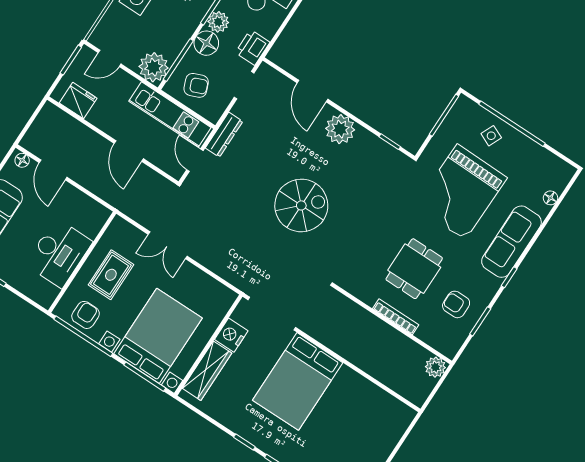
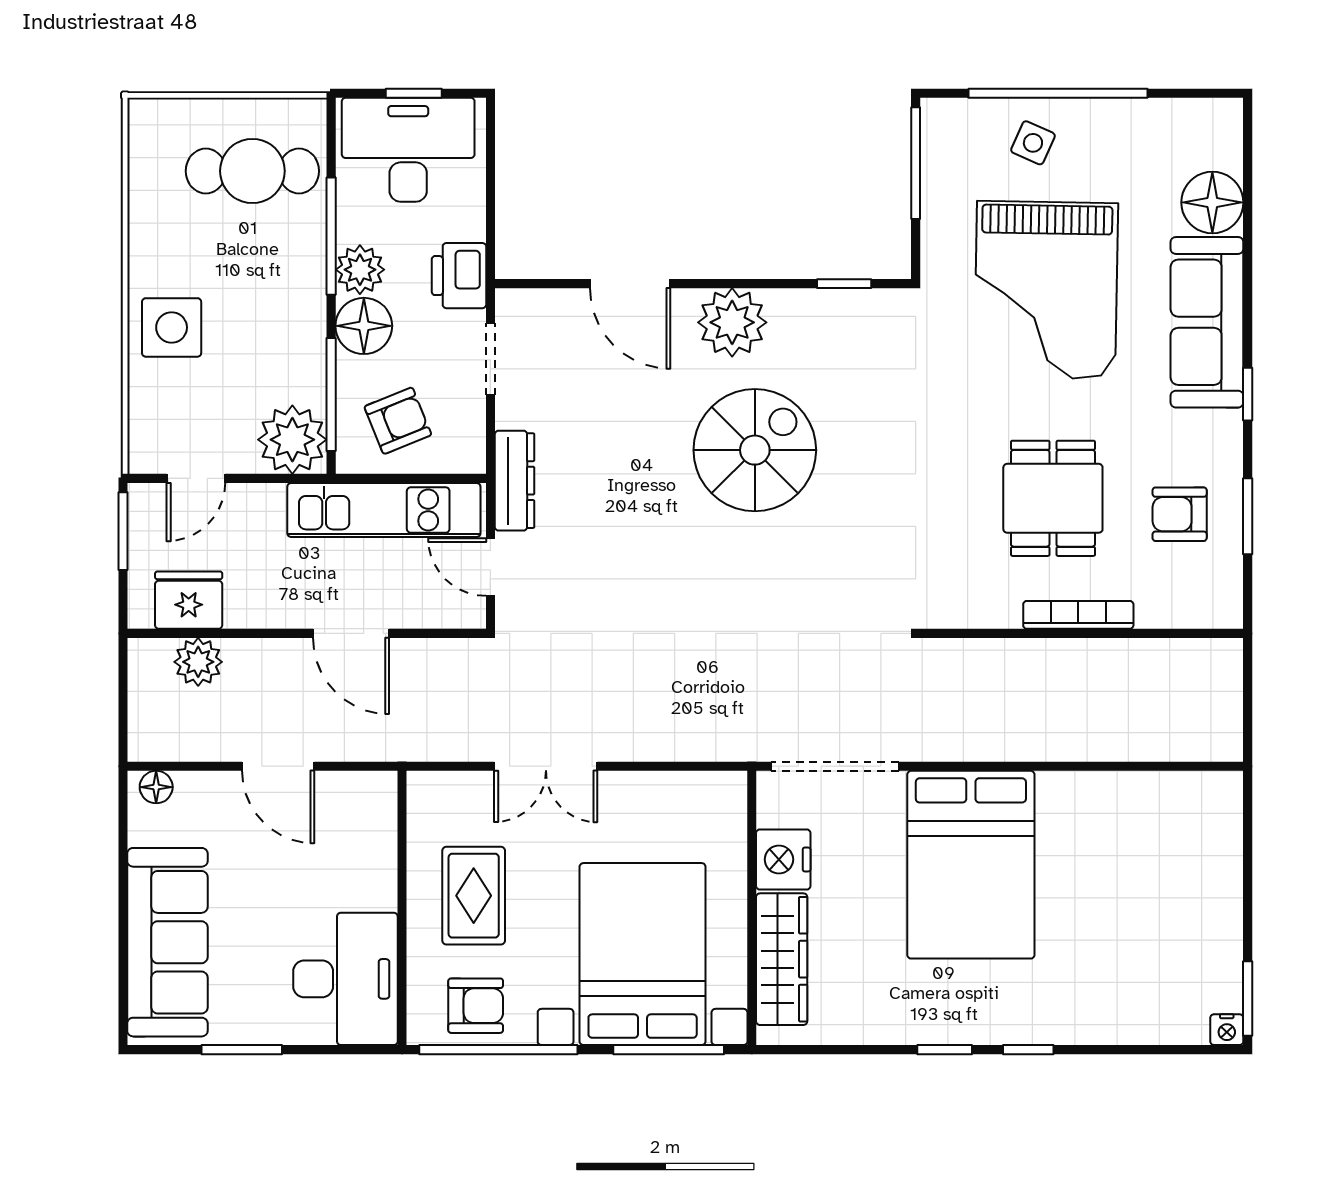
door: (53, 170) -> (278, 766), moved
floor lamp: (550, 198) -> (1212, 202), width x1.89, depth x1.89
spiral stairs: (301, 205) -> (755, 450), moved
desk: (59, 253) -> (345, 979), moved
armchair: (86, 315) -> (476, 1006), turned 90
plant: (435, 367) -> (198, 662), moved

